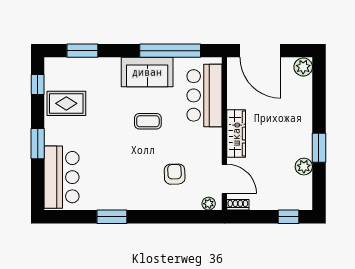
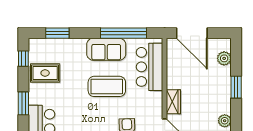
plant: (303, 67) -> (224, 58), moved
coffee table: (148, 121) -> (107, 86), width x1.86, depth x1.72
wardrobe: (236, 134) -> (173, 102), width x0.67
window: (319, 148) -> (236, 87), moved

